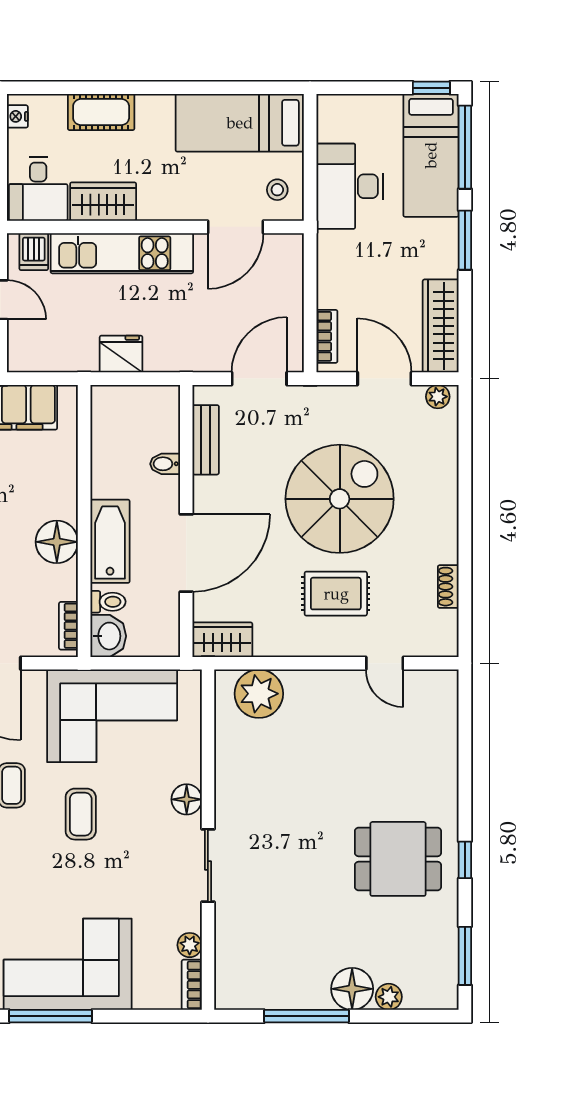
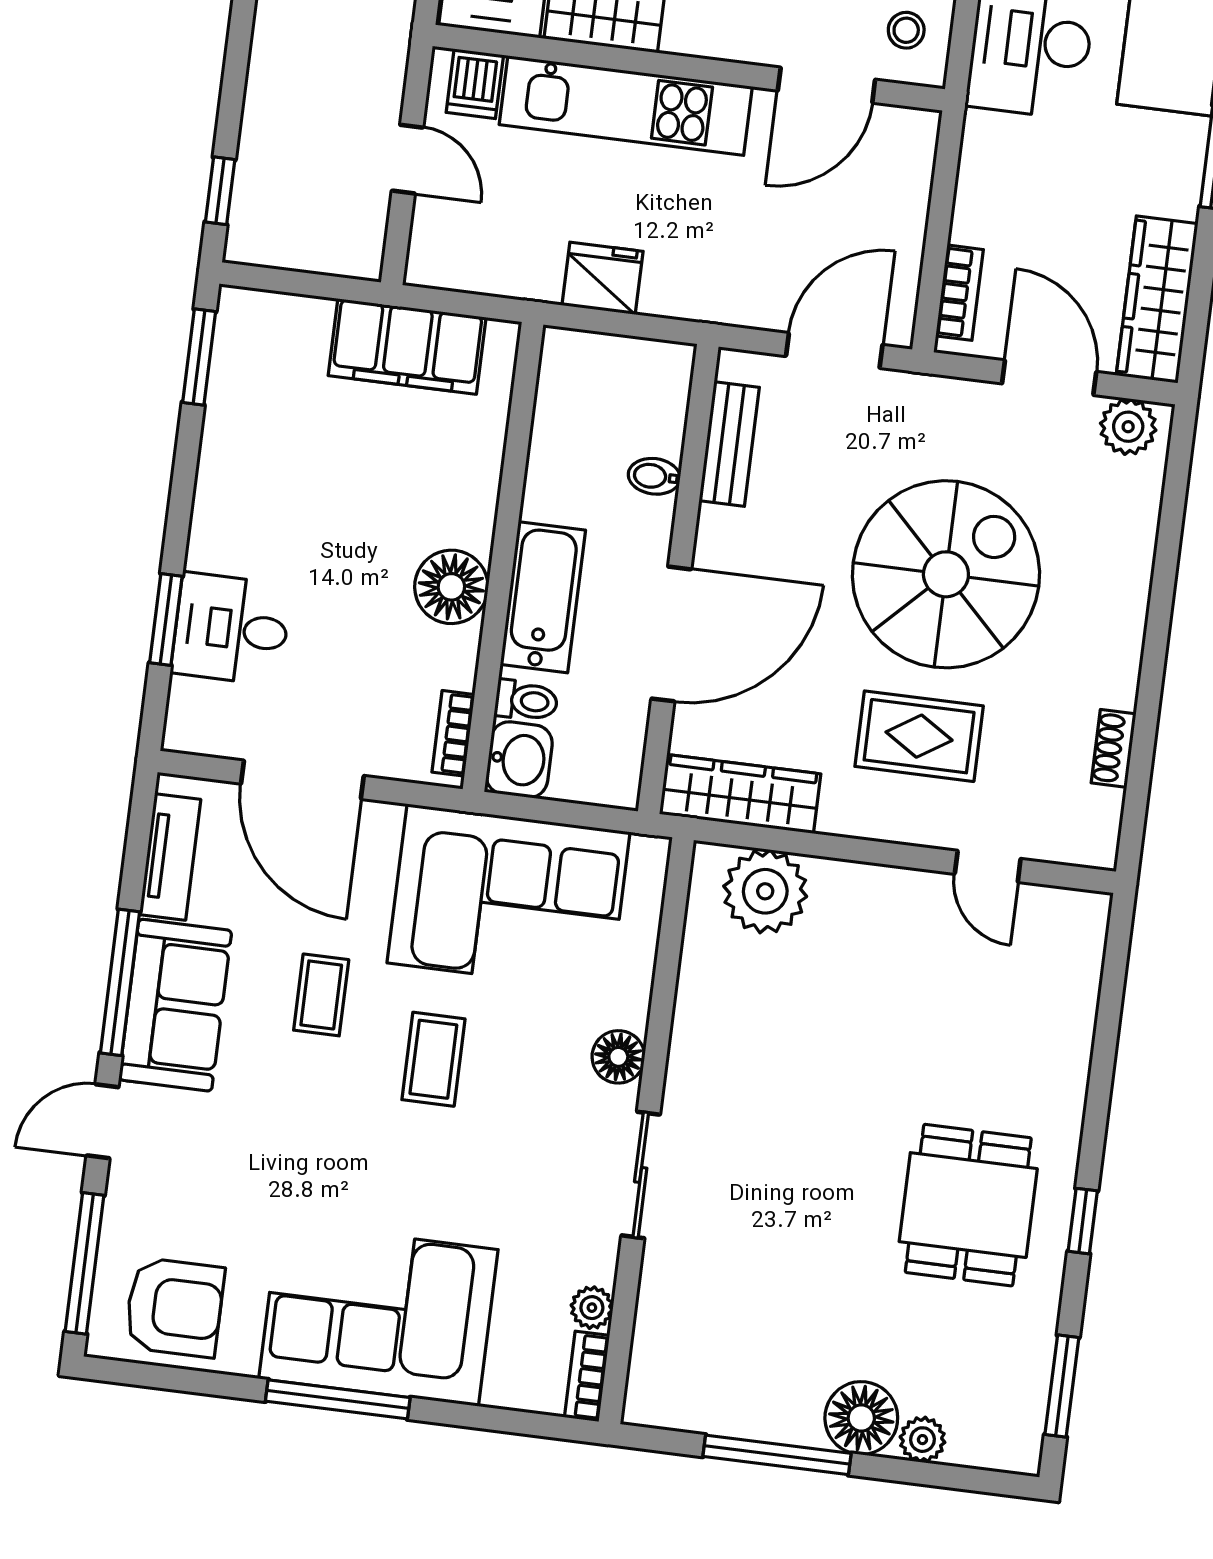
plant: (438, 397) -> (1128, 427), width x1.38, depth x1.38
wardrobe: (222, 640) -> (740, 794), width x1.50
dining table: (398, 859) -> (968, 1205), turned 90

